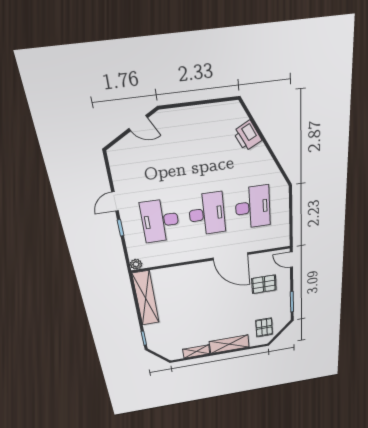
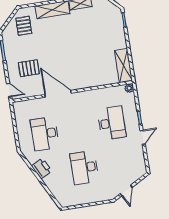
door: (138, 123) -> (126, 191), swing flipped
printer: (247, 136) -> (42, 168), moved
desk: (207, 214) -> (84, 167), moved
shelving: (146, 298) -> (123, 66), width x0.68

